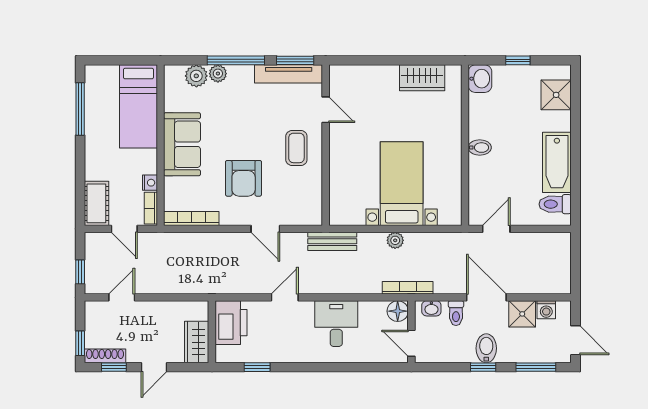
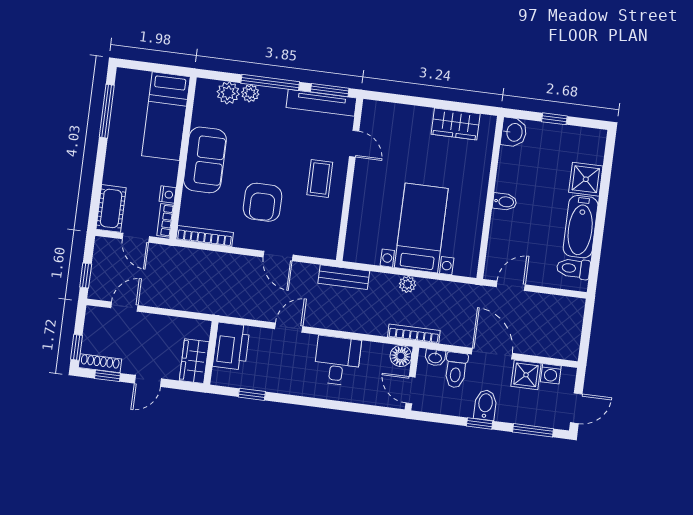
shower: (556, 95) -> (586, 179), moved
toilet: (456, 313) -> (456, 370), width x1.37, depth x1.39
door: (575, 340) -> (576, 408), hinge flipped

